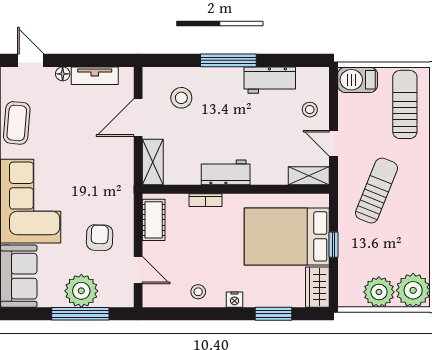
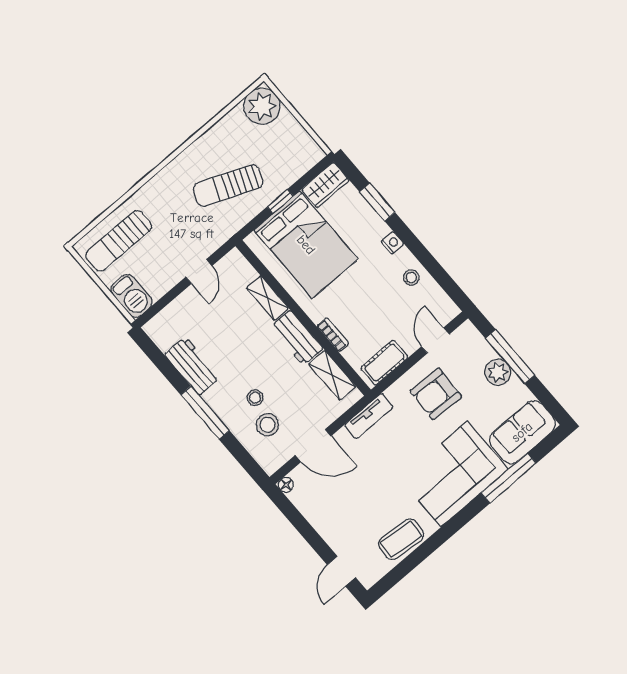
floor lamp: (63, 74) -> (286, 485), moved
tv unit: (95, 76) -> (369, 416), moved, turned 90
stool: (310, 110) -> (255, 398), moved
shelving: (153, 162) -> (332, 375), moved, turned 90
shelving: (309, 176) -> (267, 298), moved
sun lounger: (376, 191) -> (228, 185), moved
armchair: (100, 238) -> (436, 394), width x1.38, depth x1.38
plant: (81, 291) -> (498, 372), width x0.73, depth x0.73
plant: (379, 292) -> (287, 132), removed

